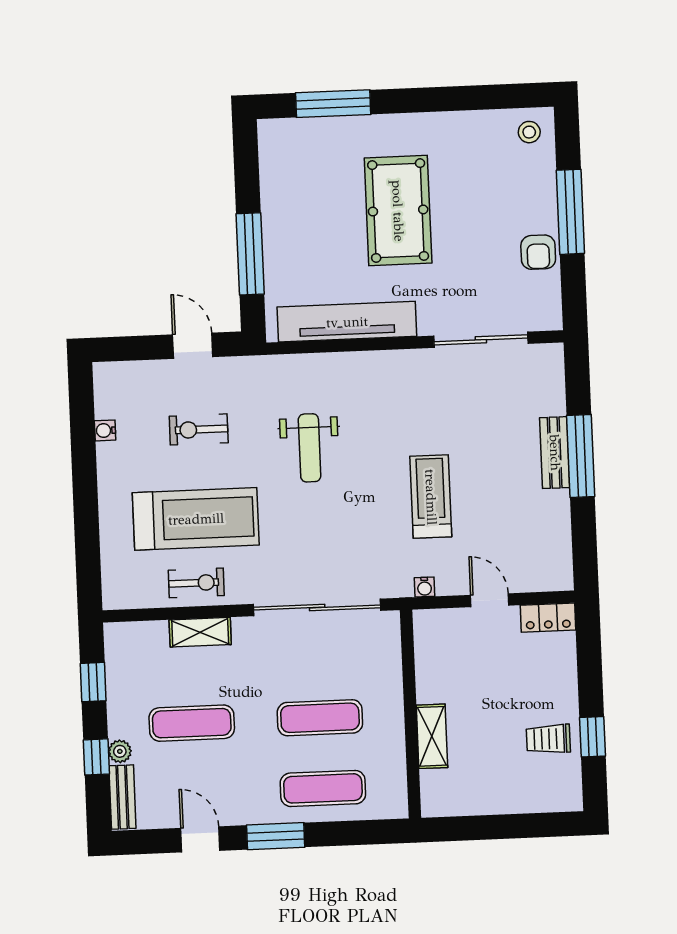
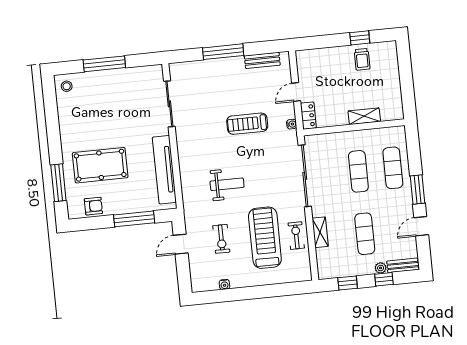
pool table: (398, 211) -> (100, 165), moved
armchair: (538, 252) -> (93, 206), moved
bench: (555, 453) -> (262, 60), moved
locker: (548, 618) -> (308, 116), moved

